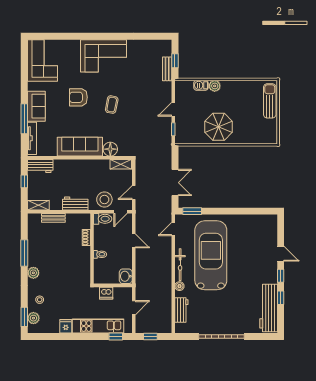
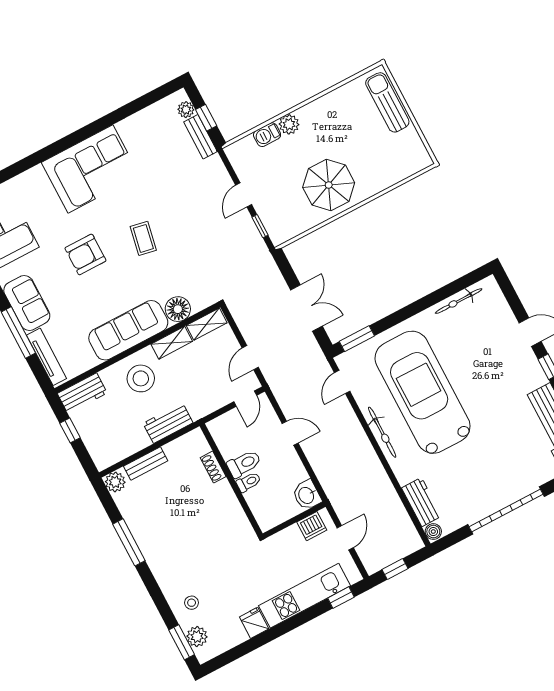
plant: (167, 51) -> (186, 110), added
stool: (104, 200) -> (141, 378), moved
shelving: (38, 205) -> (172, 343), moved
toilet: (103, 219) -> (244, 464), moved
bicycle: (253, 219) -> (459, 301), added
plant: (33, 273) -> (115, 482), moved
boiler: (179, 286) -> (433, 532), moved
dishwasher: (106, 293) -> (312, 526), moved

